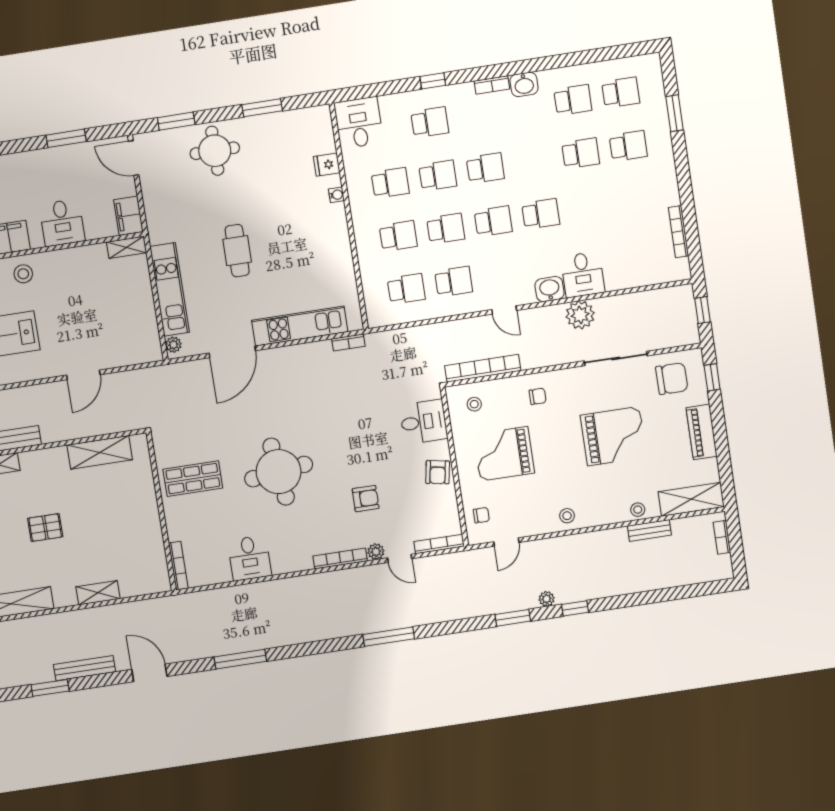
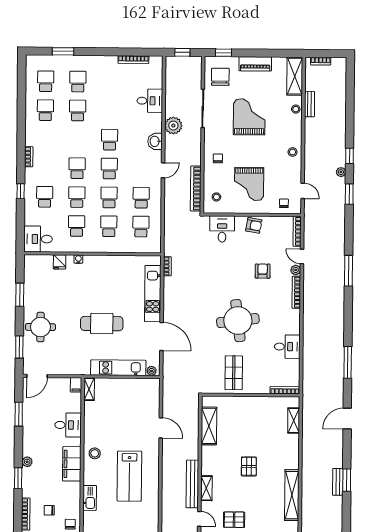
washbasin: (524, 84) -> (32, 138), removed
filing cabinet: (128, 216) -> (76, 385), width x0.50
cafe table: (237, 251) -> (102, 324), width x1.37, depth x1.35
desk: (583, 275) -> (150, 101), moved
door: (400, 558) -> (302, 256), swing flipped
shelving: (98, 593) -> (294, 421), moved
bench: (85, 668) -> (338, 482), moved, width x0.73

